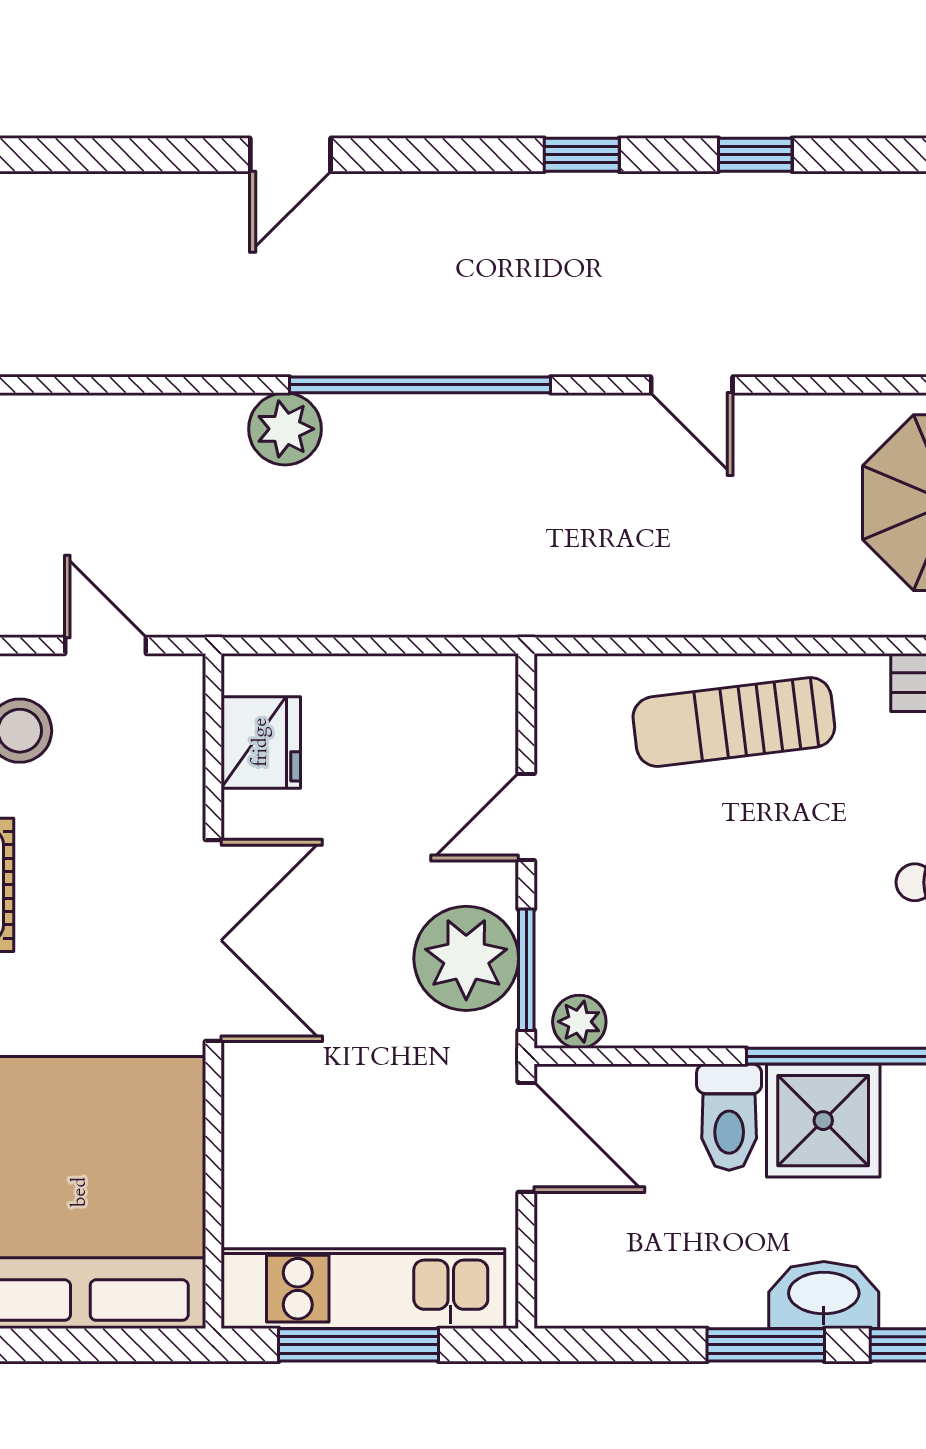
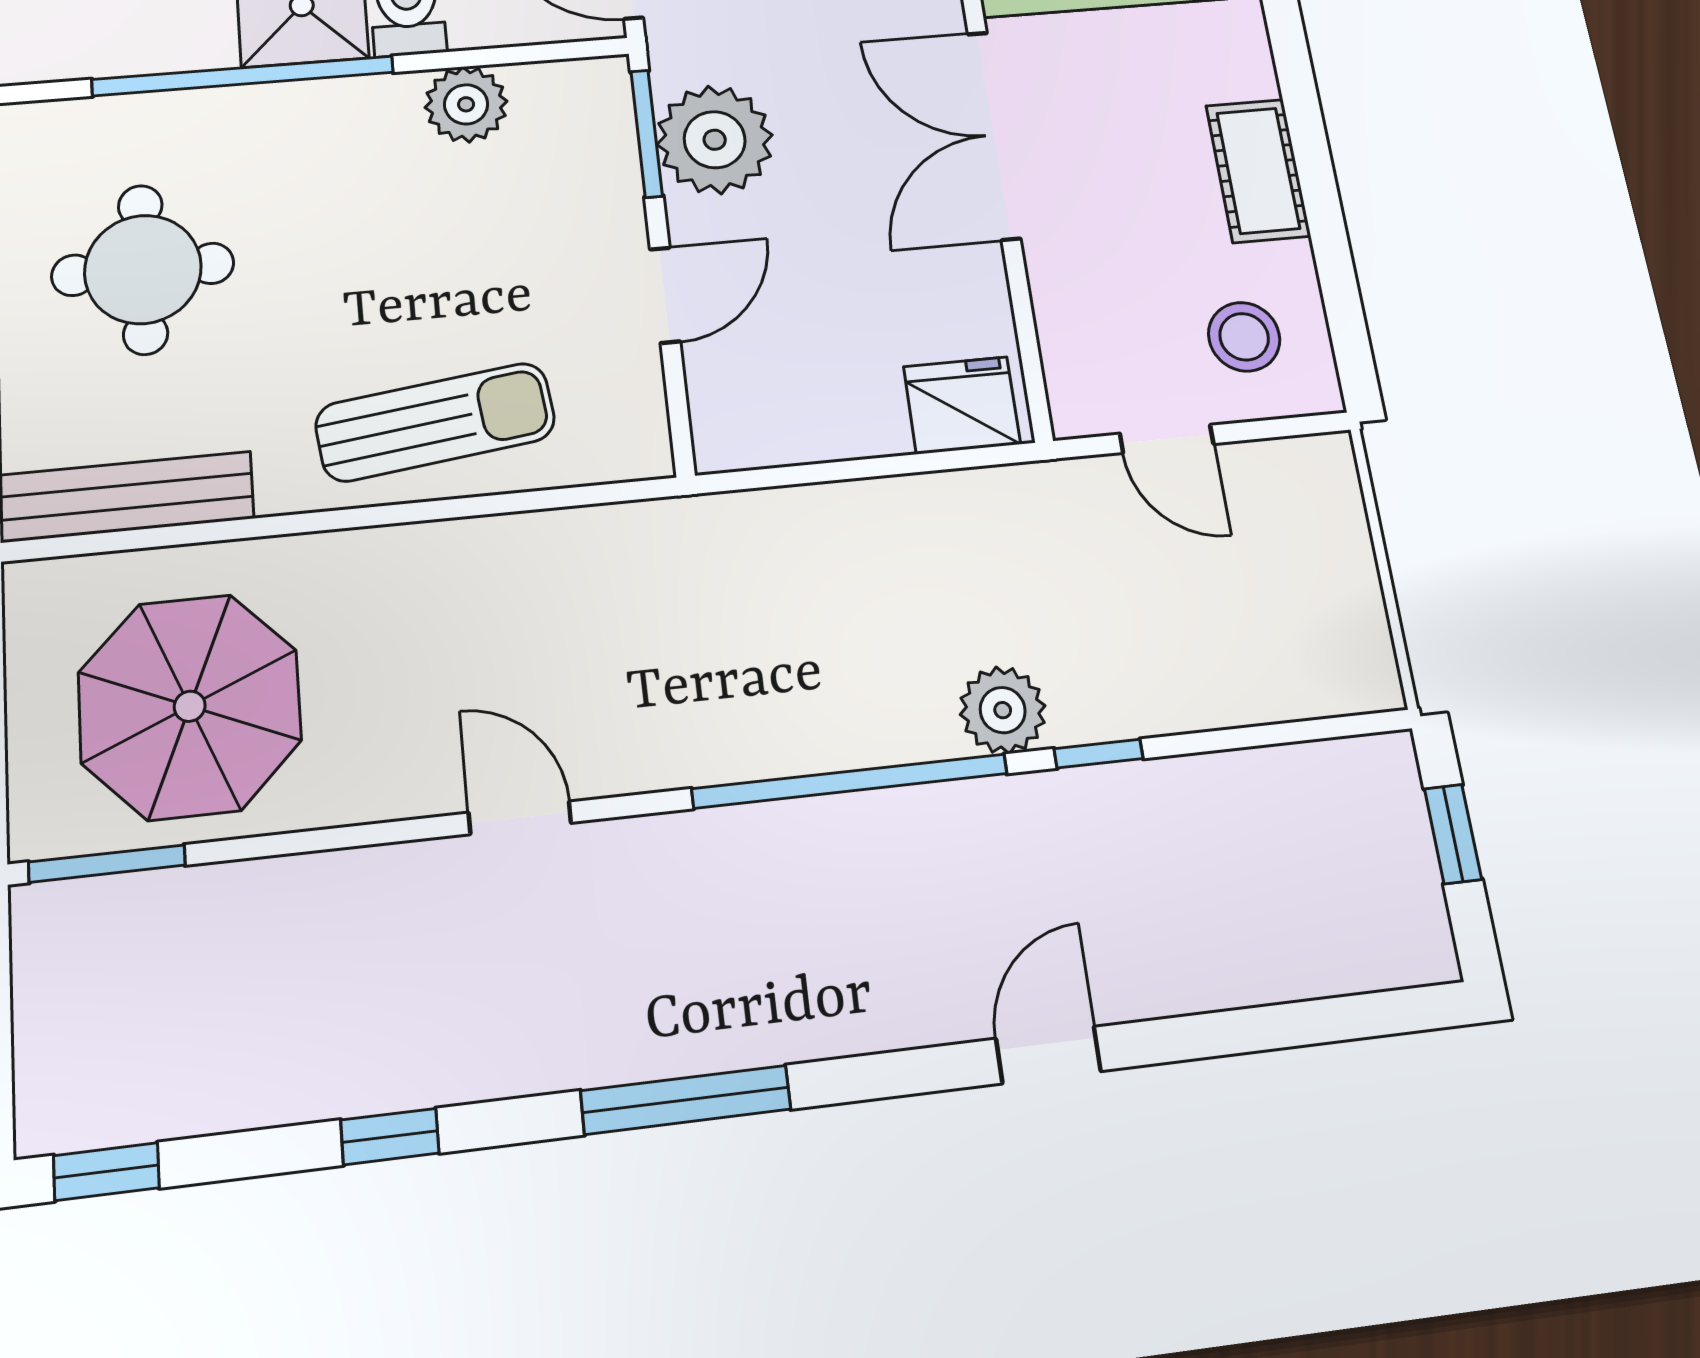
window: (582, 155) -> (686, 1100), width x2.17
window: (755, 155) -> (390, 1137), moved
window: (210, 385) -> (1099, 754), added
fridge: (261, 742) -> (962, 405), moved, turned 90
plant: (579, 1022) -> (466, 104), moved, width x1.38, depth x1.38

